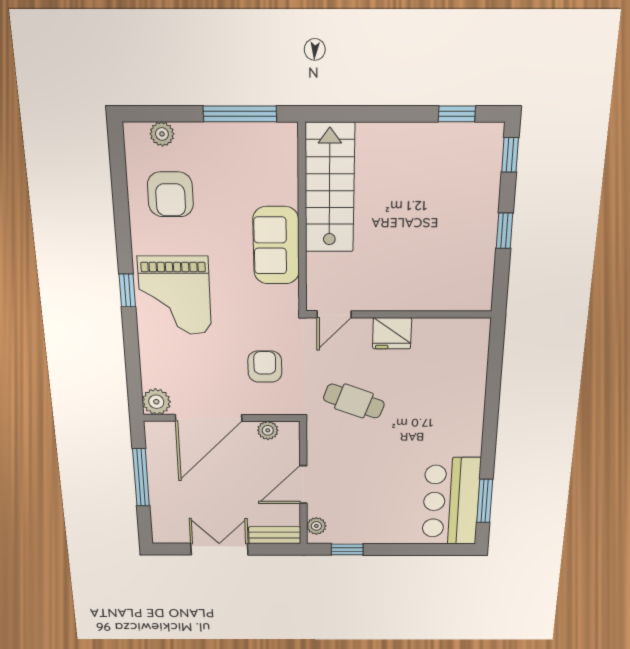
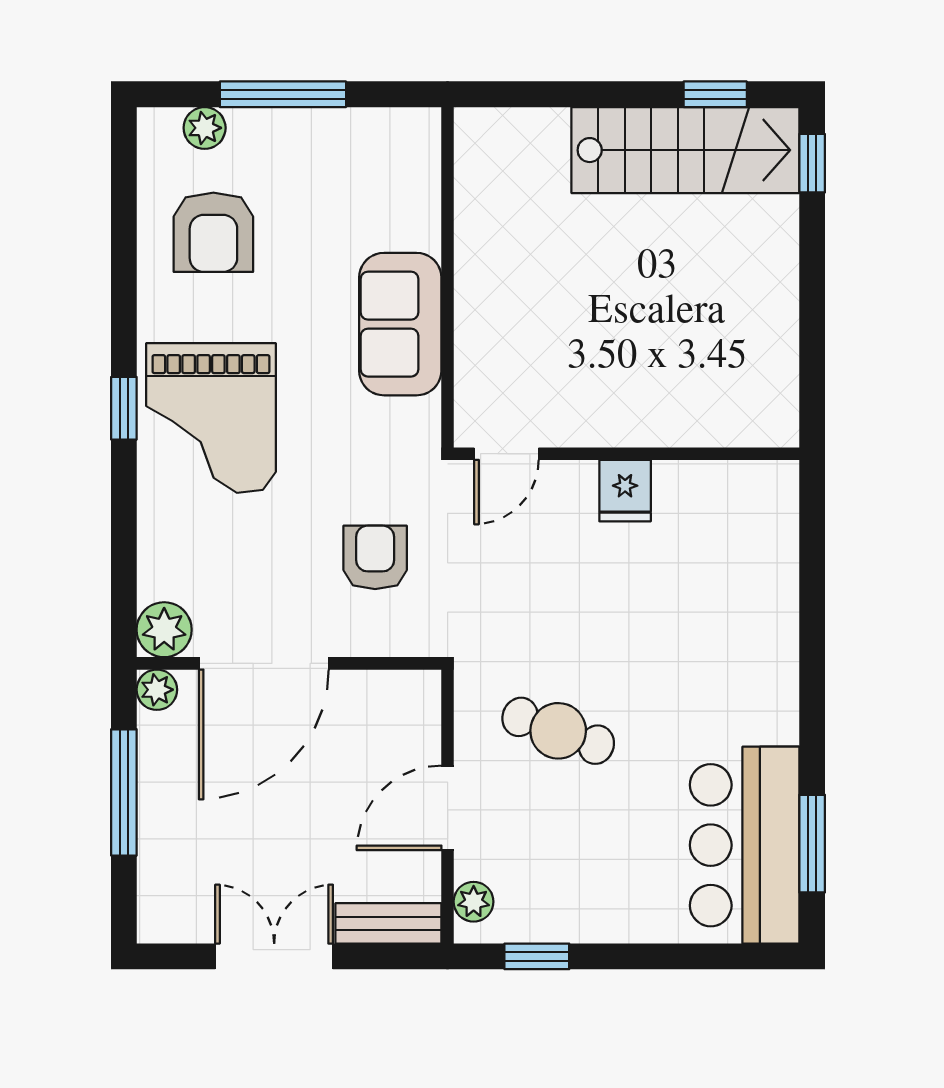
window: (240, 114) -> (283, 94), moved
stairs: (330, 188) -> (685, 150), moved, turned 90
window: (505, 231) -> (812, 297), removed
fridge: (392, 333) -> (625, 491), width x0.72
cafe table: (354, 401) -> (558, 731), moved
plant: (268, 430) -> (157, 690), moved

